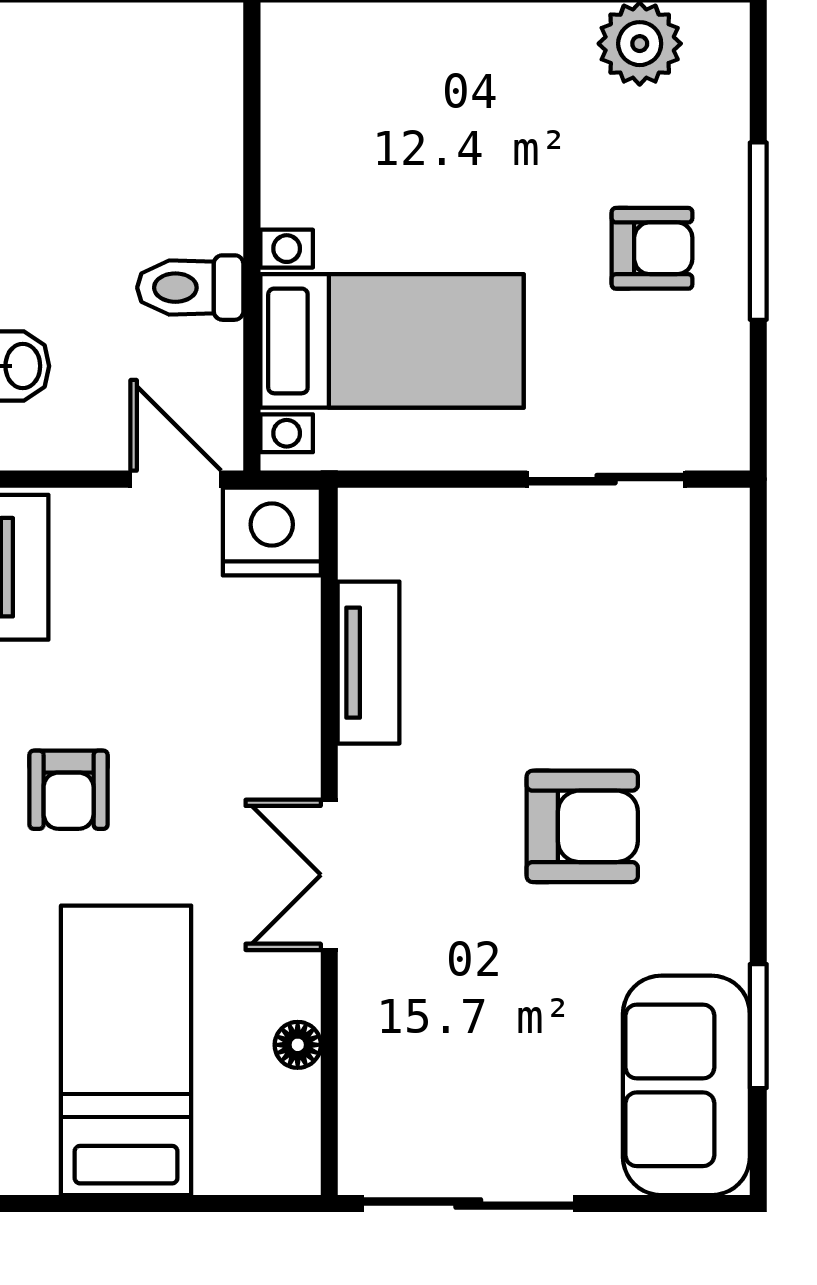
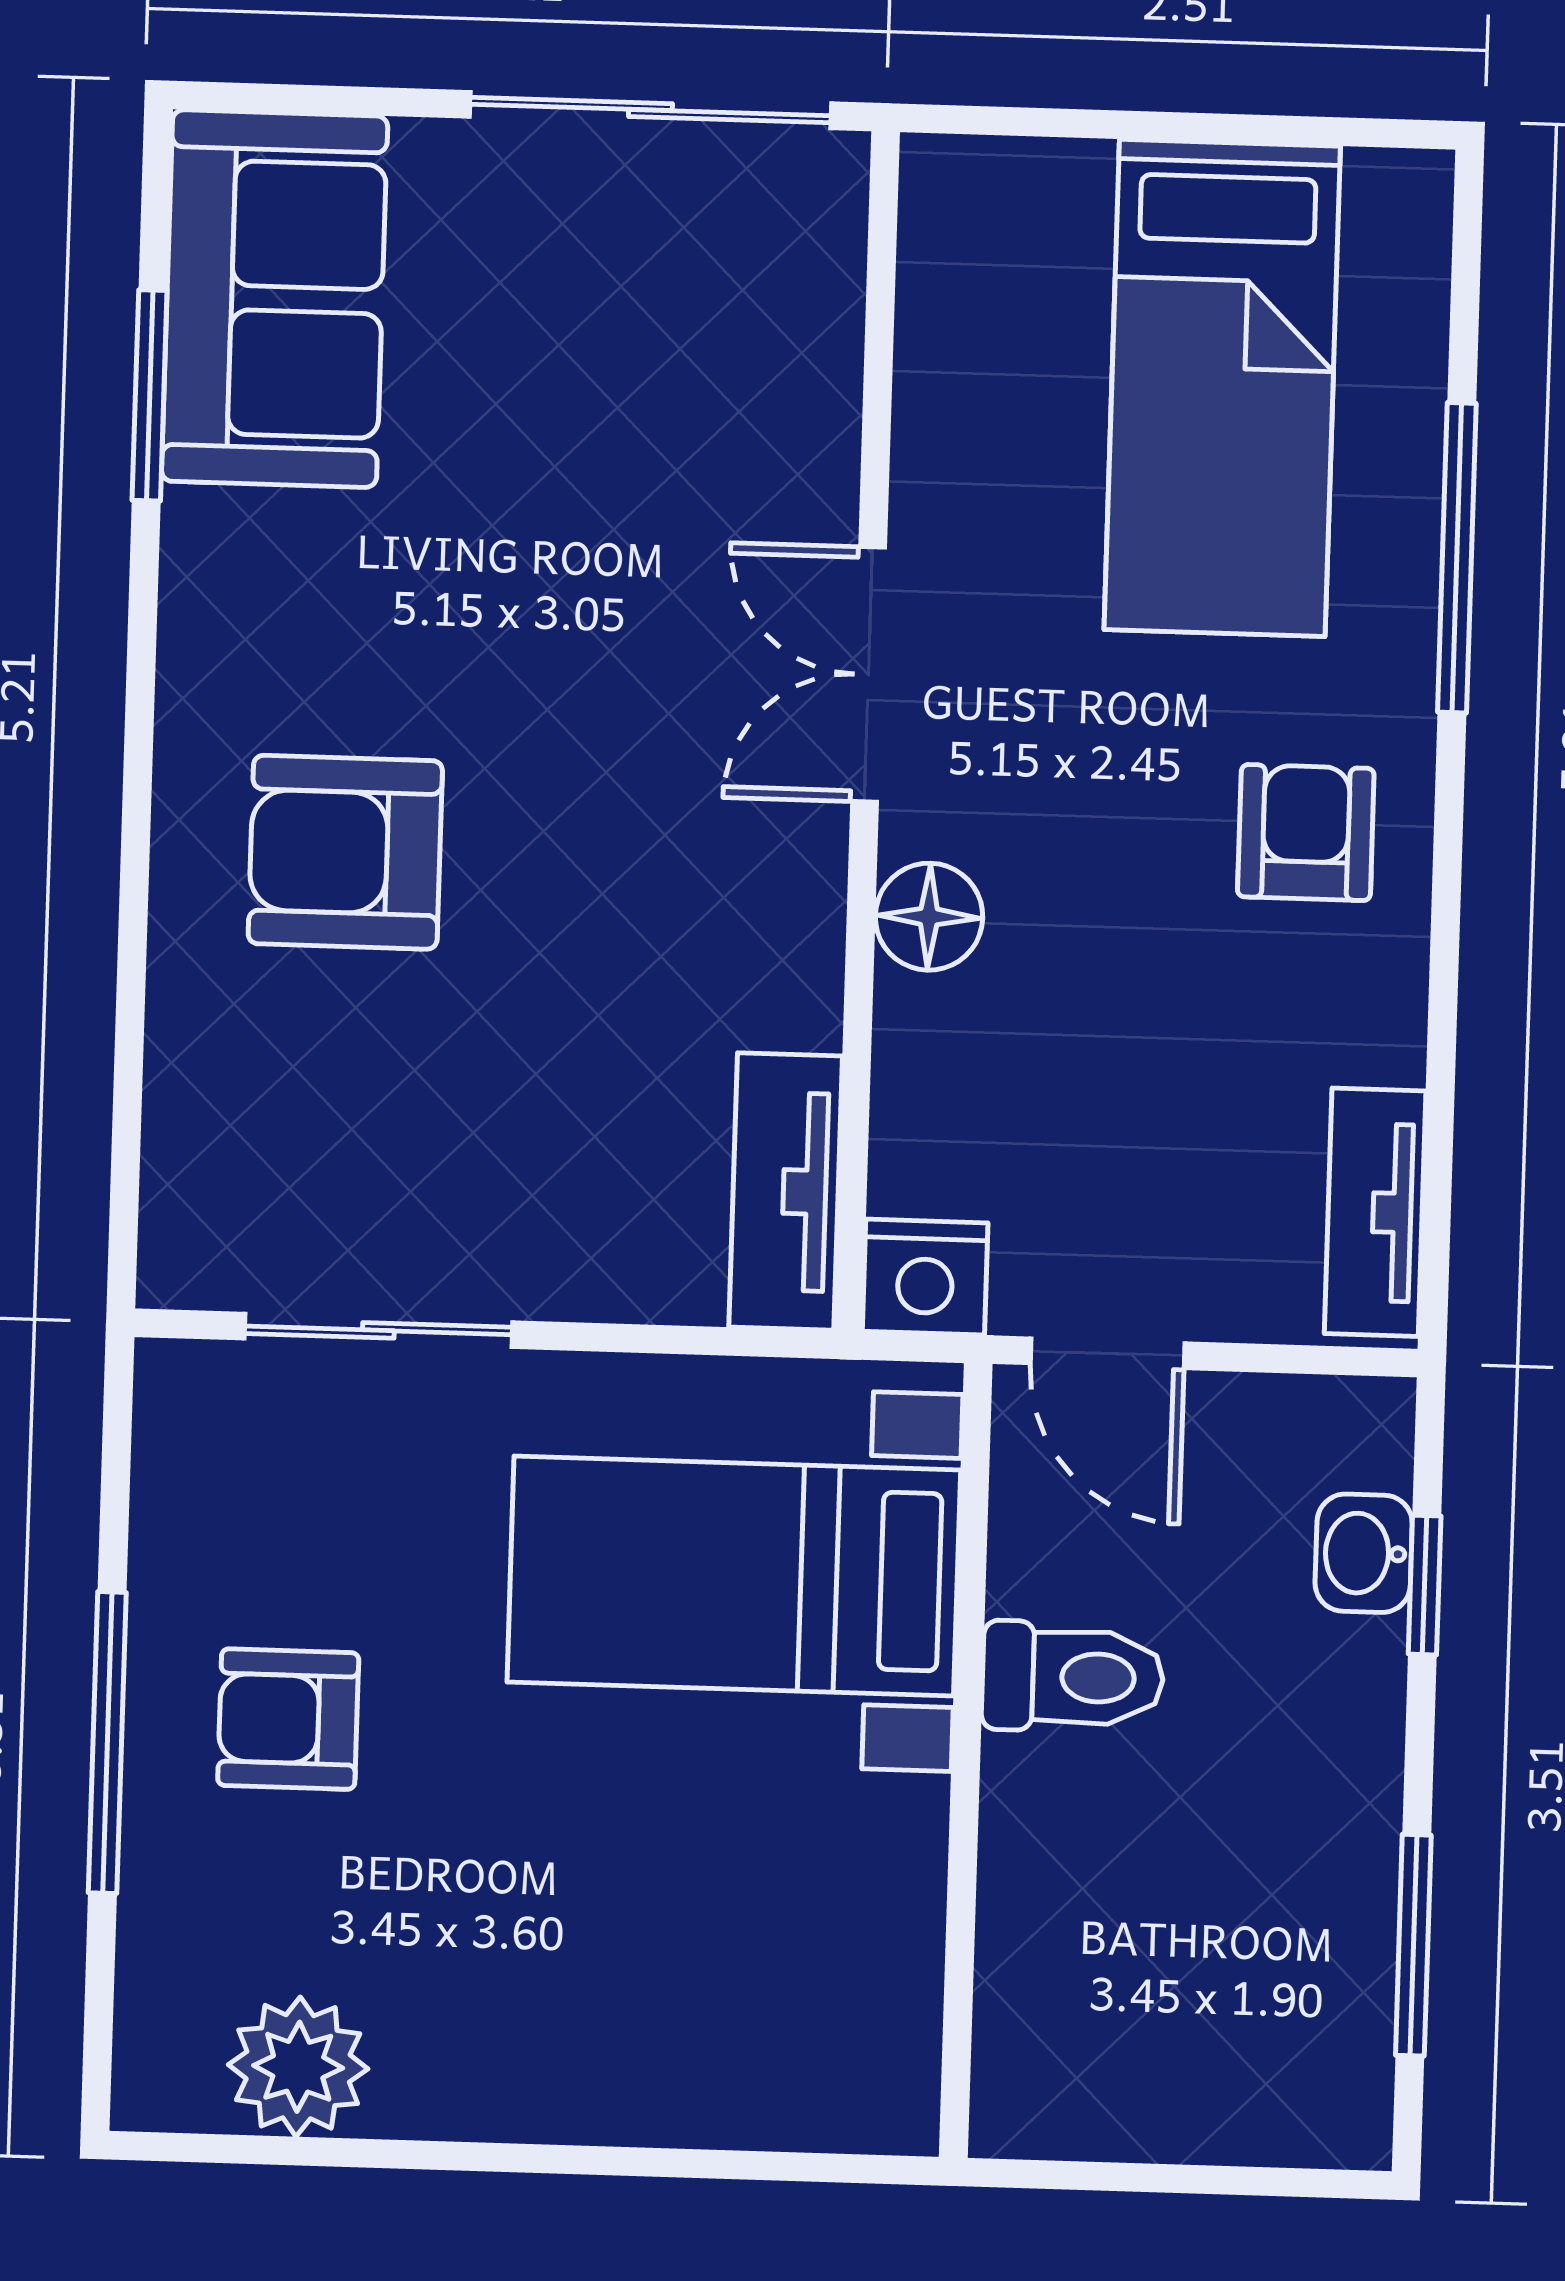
nightstand: (272, 532) -> (925, 1277), width x0.74, depth x0.75
tv unit: (369, 663) -> (786, 1192), moved
armchair: (582, 826) -> (345, 852), moved
double door: (329, 875) -> (869, 674), swing flipped
floor lamp: (298, 1045) -> (929, 917), moved, width x1.37, depth x1.37

